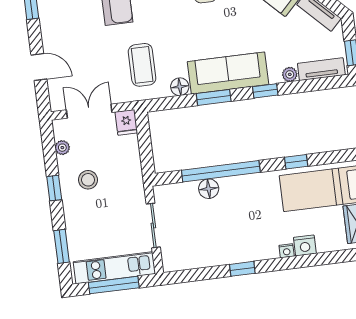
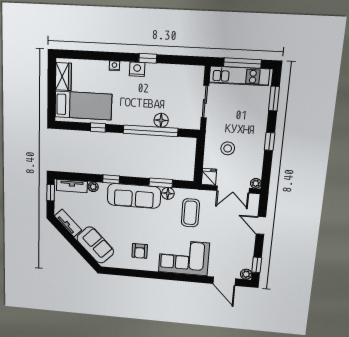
window: (214, 97) -> (161, 183), moved
plant: (62, 148) -> (256, 183), moved
stool: (88, 180) -> (228, 148), moved
nightstand: (305, 245) -> (137, 69), moved

